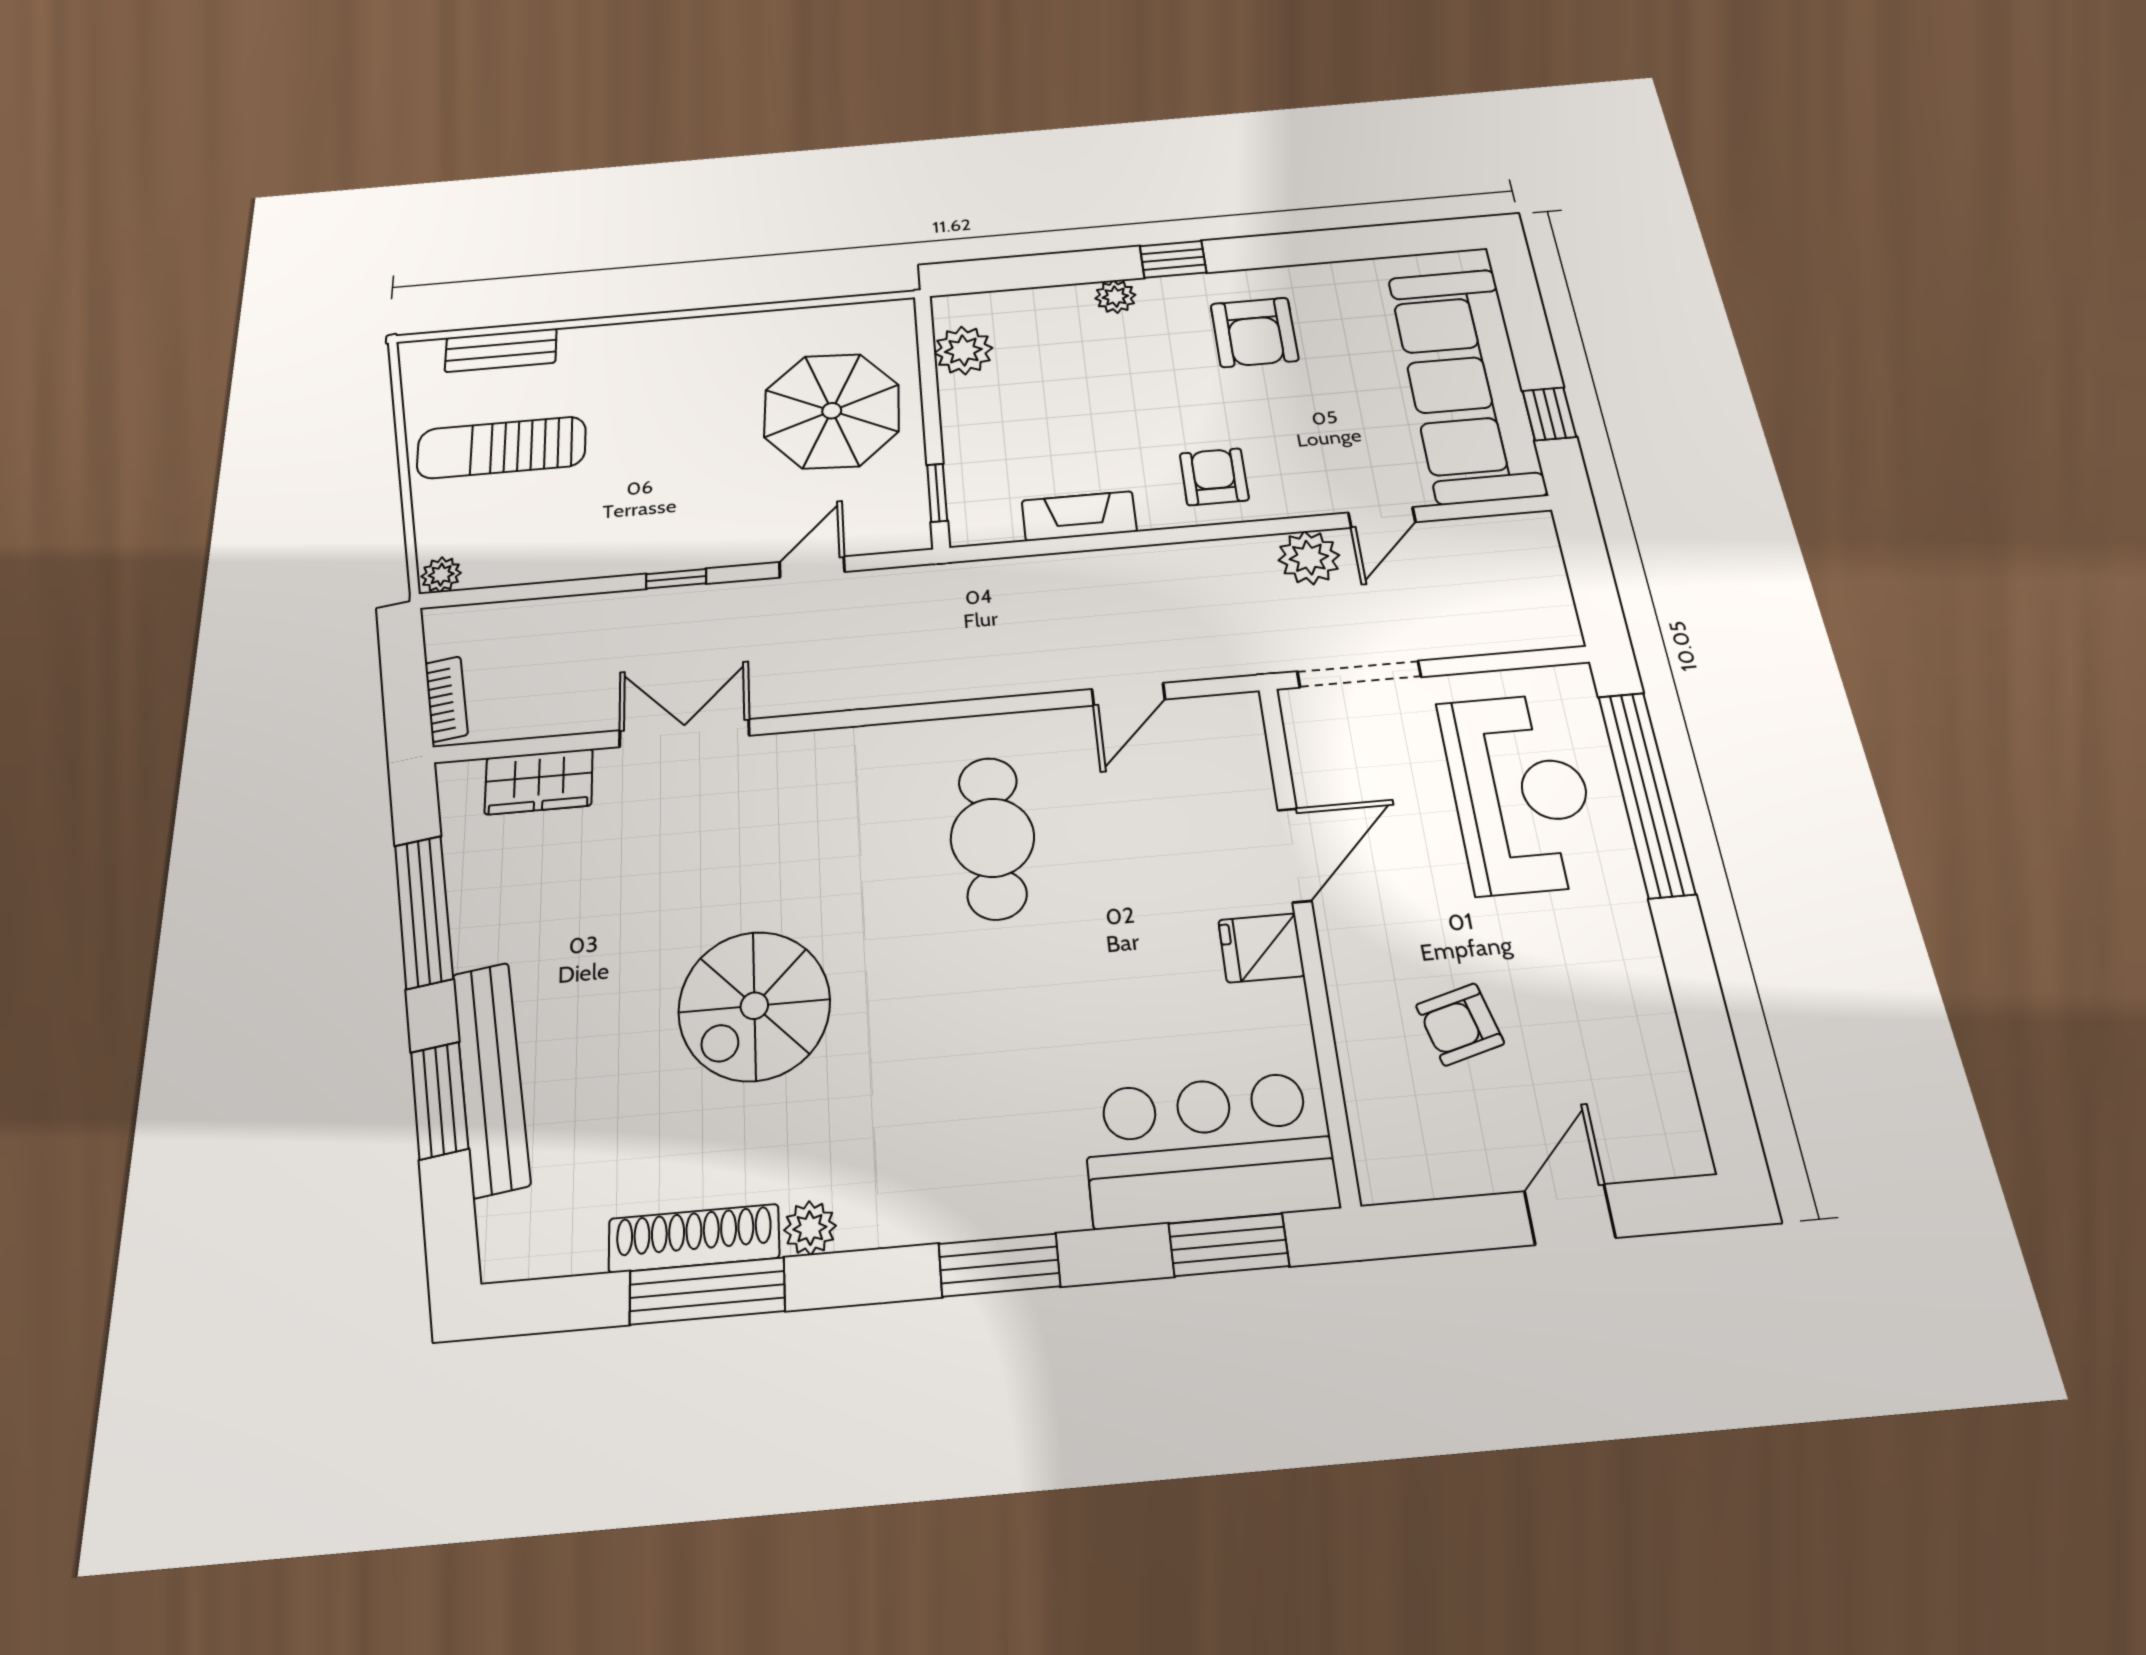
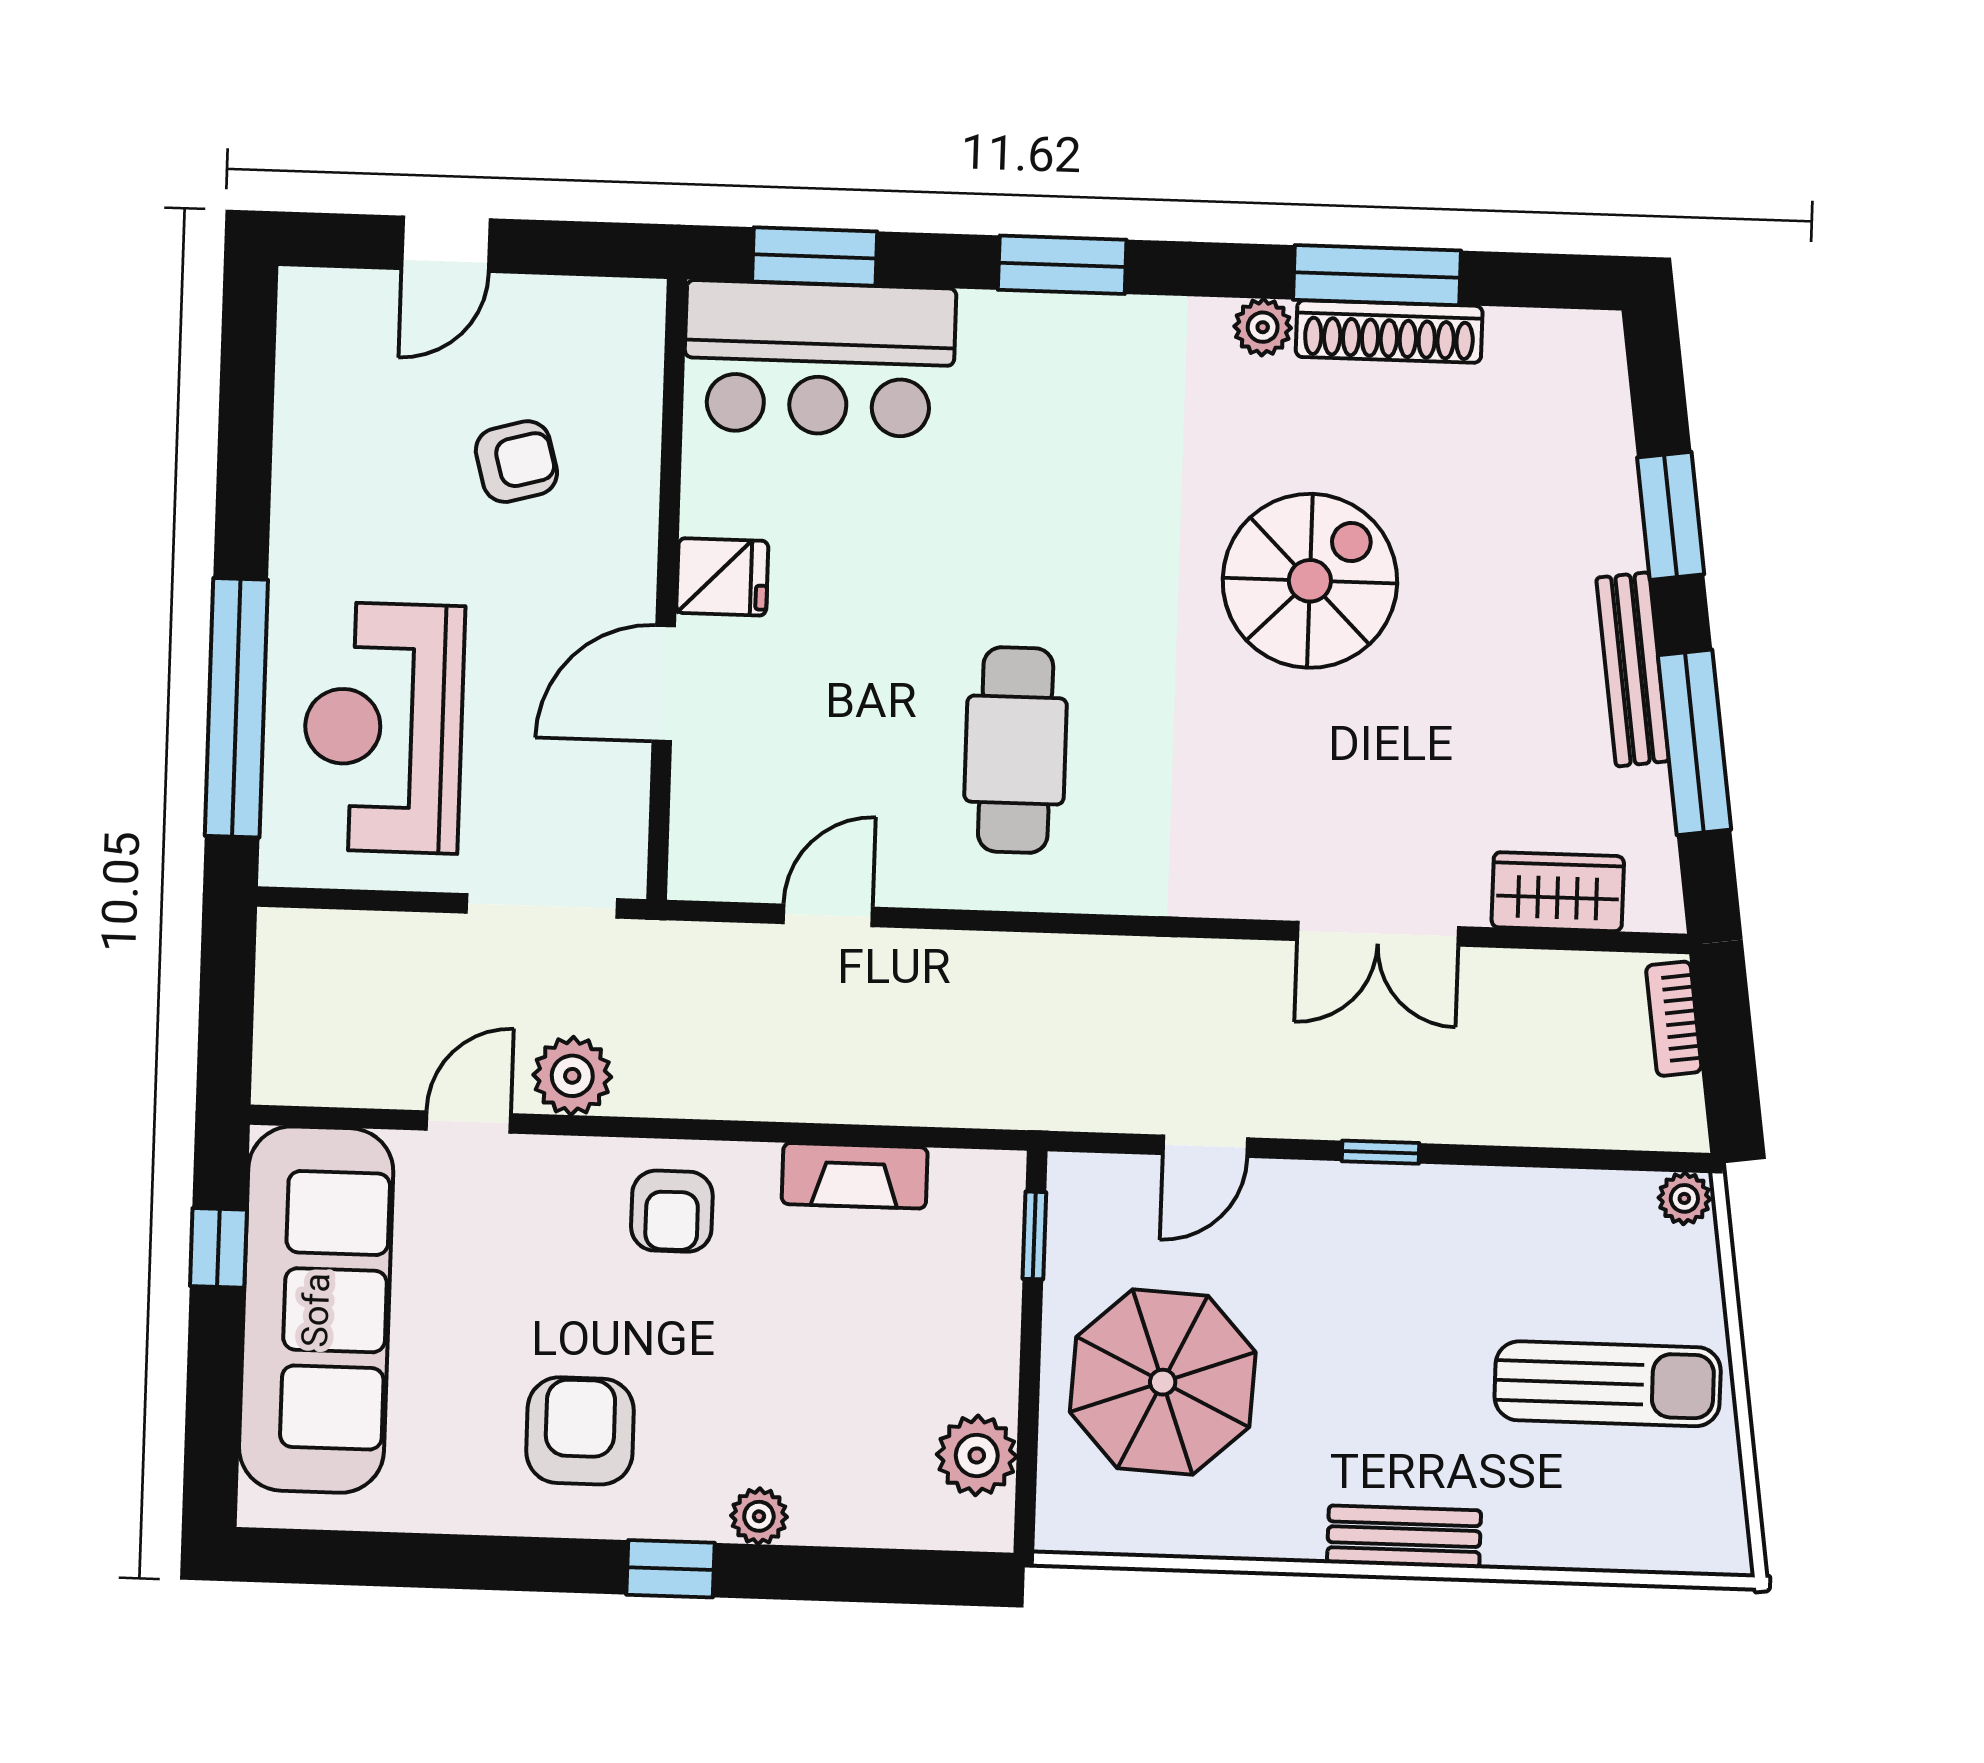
bench: (501, 350) -> (1404, 1537), moved
bench: (491, 1078) -> (1633, 669), moved, width x0.73, depth x0.82

